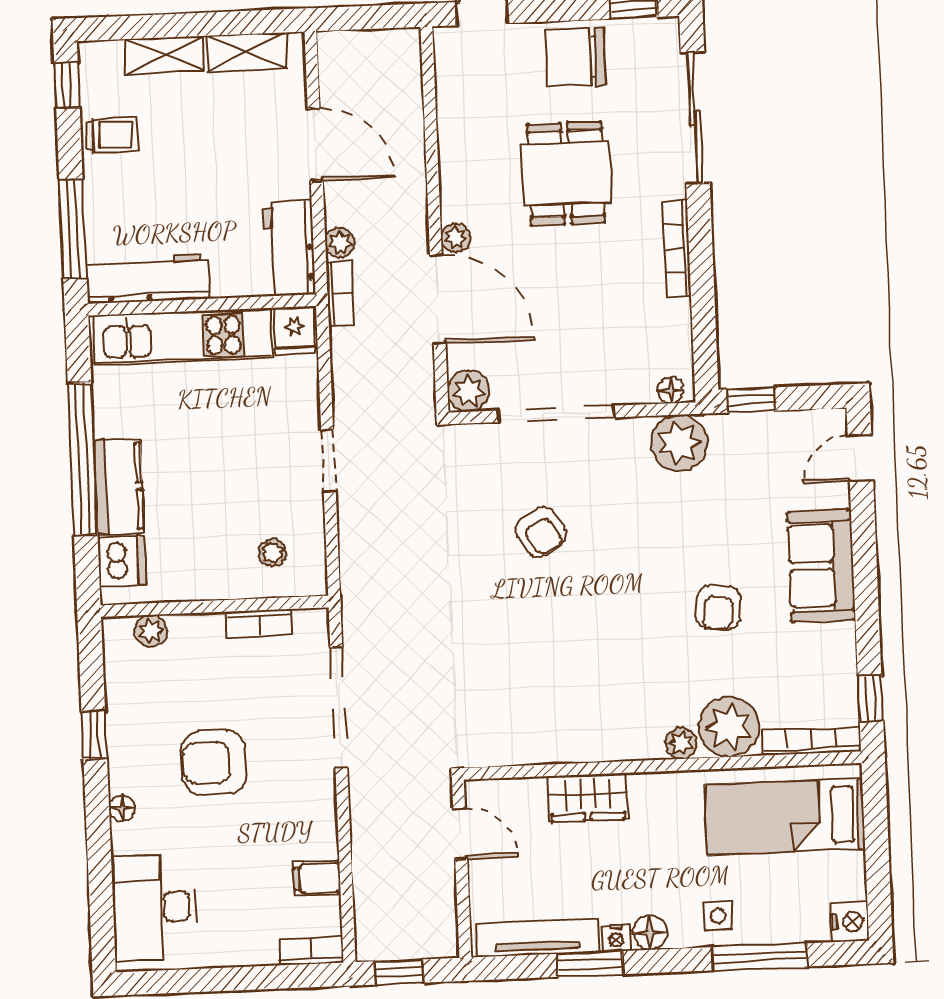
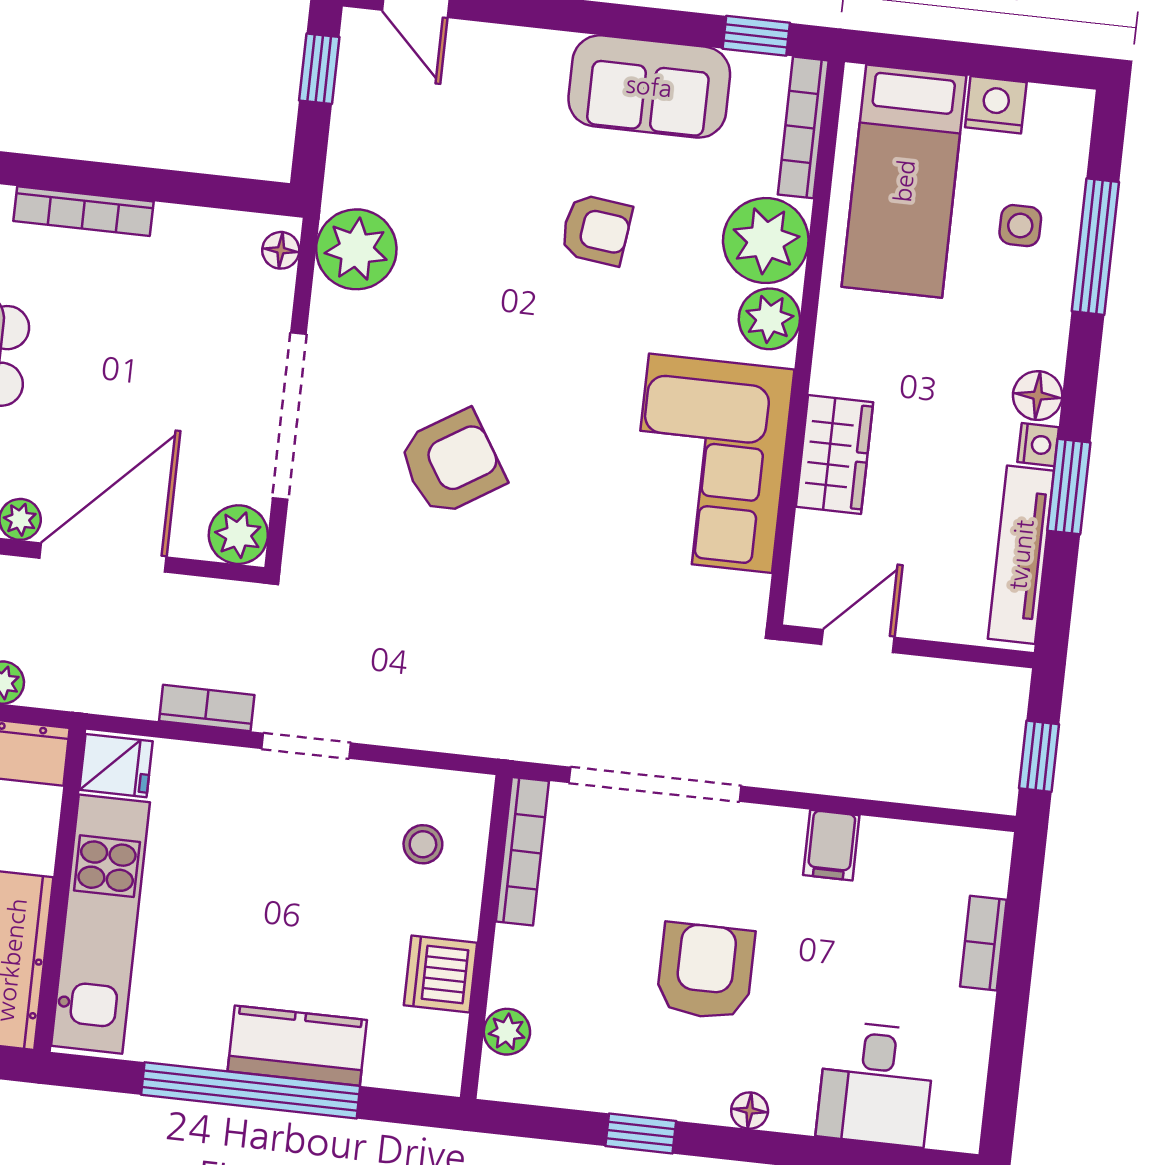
bookcase: (340, 293) -> (207, 708), moved
window: (751, 400) -> (319, 69), moved
armchair: (541, 532) -> (452, 463), width x1.38, depth x1.38
dishwasher: (122, 561) -> (440, 974), moved, turned -90
sofa: (821, 566) -> (649, 86), moved
bookcase: (260, 623) -> (522, 851), width x1.56
corner sofa: (568, 712) -> (710, 463), added
plant: (681, 743) -> (769, 319), width x1.38, depth x1.38
armchair: (214, 763) -> (705, 971), turned 180
filing cabinet: (317, 878) -> (831, 845), moved
desk: (154, 907) -> (876, 1084), width x0.73
side table: (718, 916) -> (1020, 226), moved
nightstand: (850, 922) -> (996, 105), moved
bookcase: (311, 951) -> (983, 943), moved

